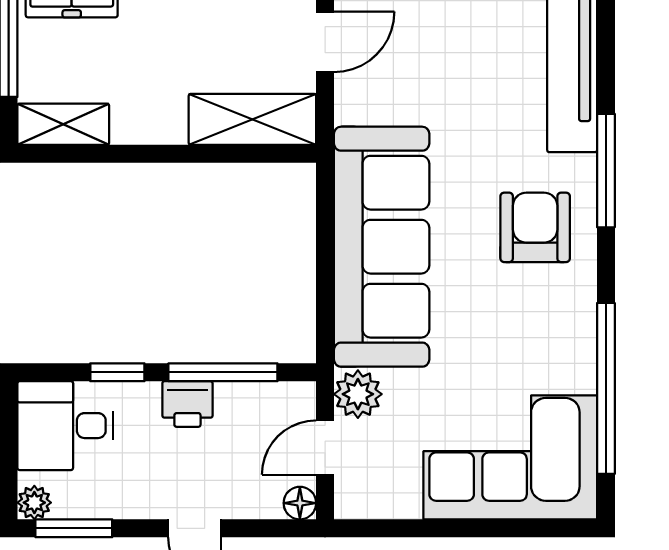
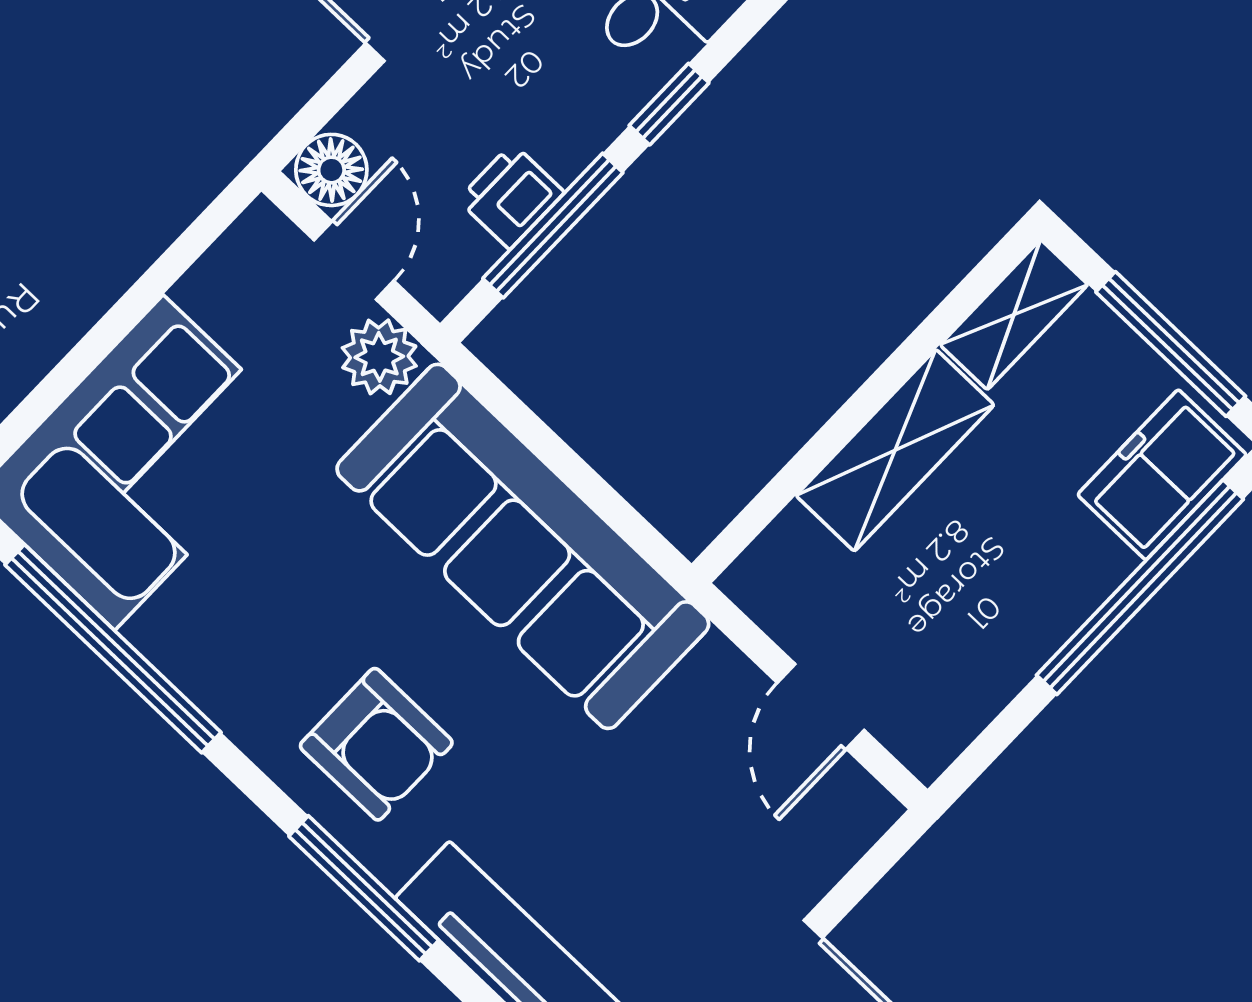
shelving: (252, 119) -> (895, 450), moved
printer: (187, 404) -> (511, 196), moved
floor lamp: (300, 503) -> (331, 170), width x1.37, depth x1.37

